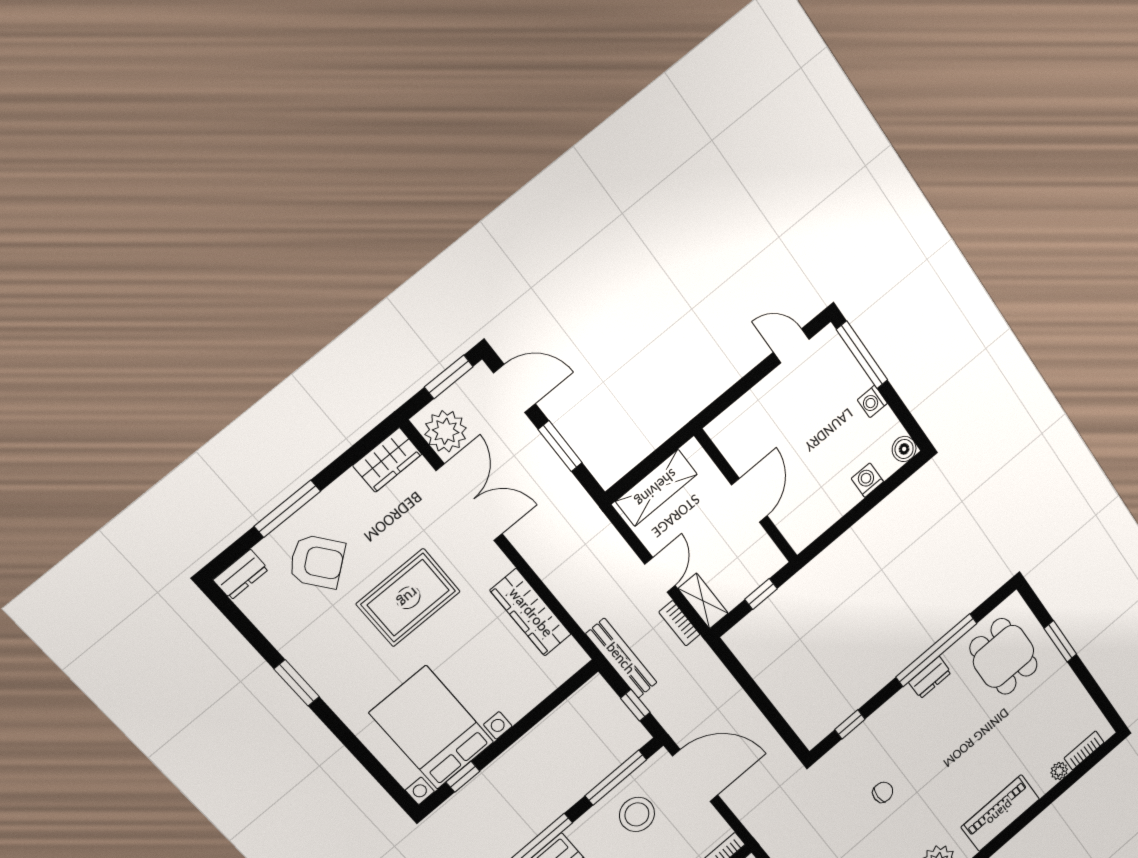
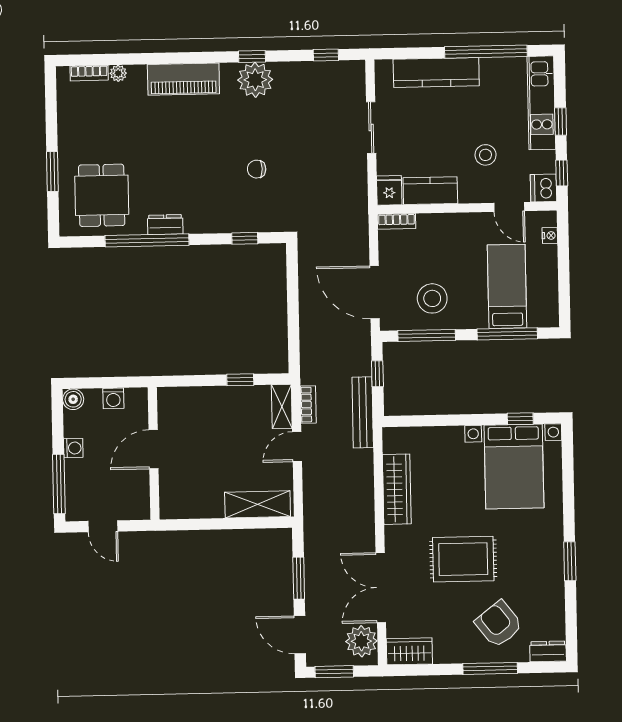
wall: (746, 496) -> (154, 453), moved
door: (749, 500) -> (154, 449), moved

